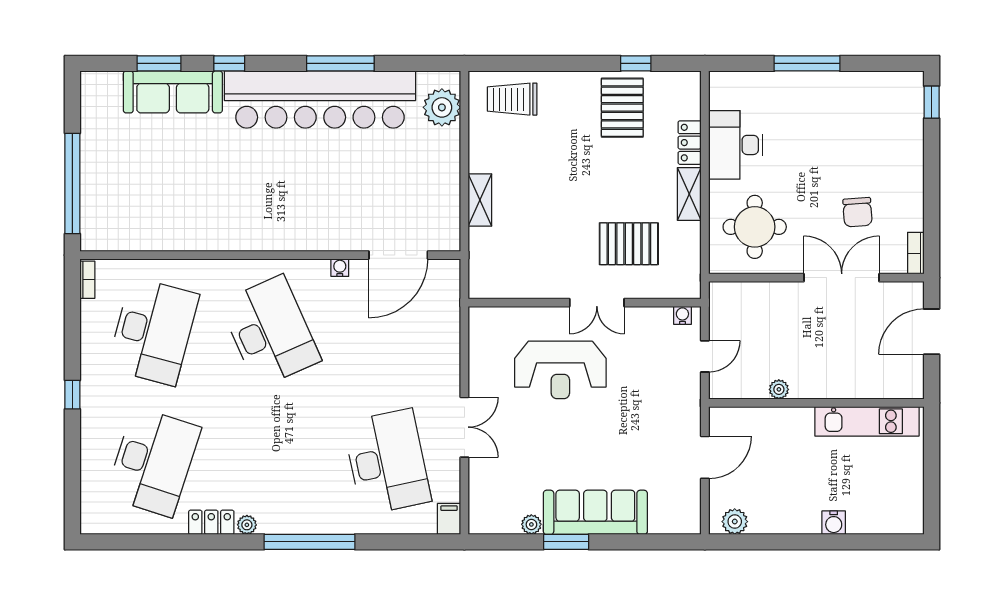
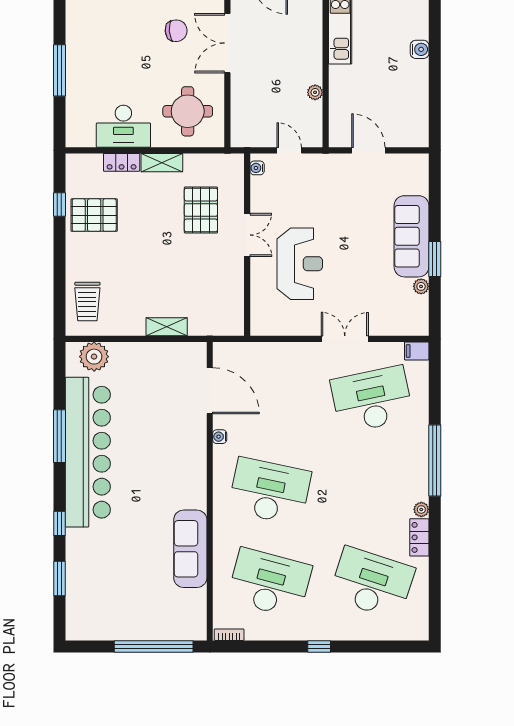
sofa: (173, 92) -> (190, 549), moved, turned 180
desk: (270, 331) -> (270, 491), turned 36
plant: (735, 522) -> (419, 127), removed

